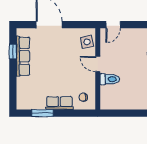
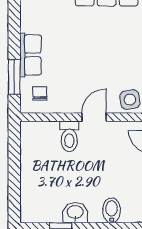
window: (42, 113) -> (14, 77), moved

